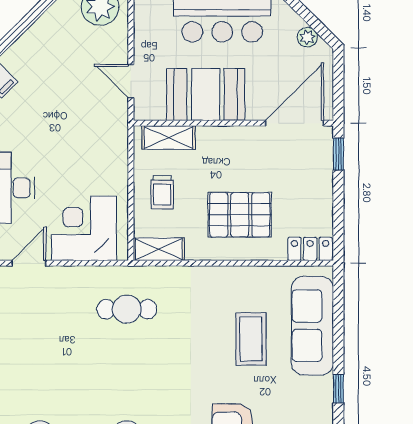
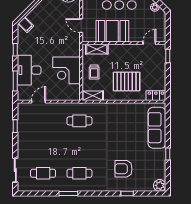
door: (295, 123) -> (149, 43), width x0.53
corner desk: (84, 228) -> (66, 70), moved, turned -90
coffee table: (251, 339) -> (131, 133), removed

